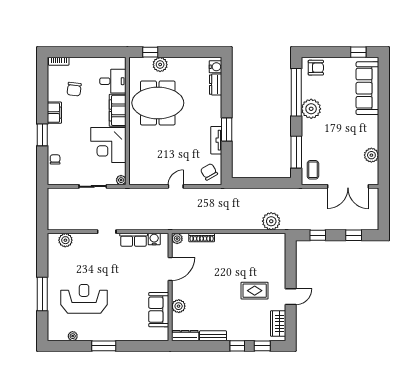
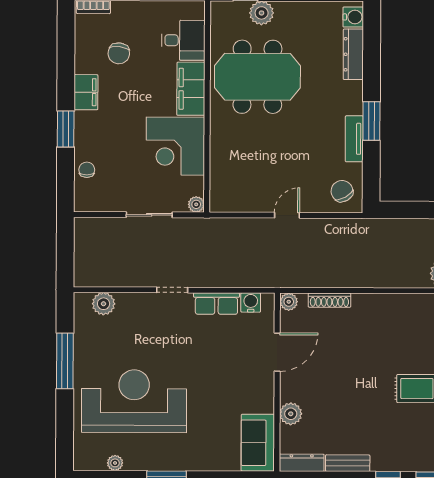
dresser: (216, 85) -> (353, 54), width x1.44
window: (42, 294) -> (65, 361), moved
reception desk: (84, 299) -> (134, 401), width x1.36, depth x1.30
sofa: (159, 310) -> (258, 443), moved

